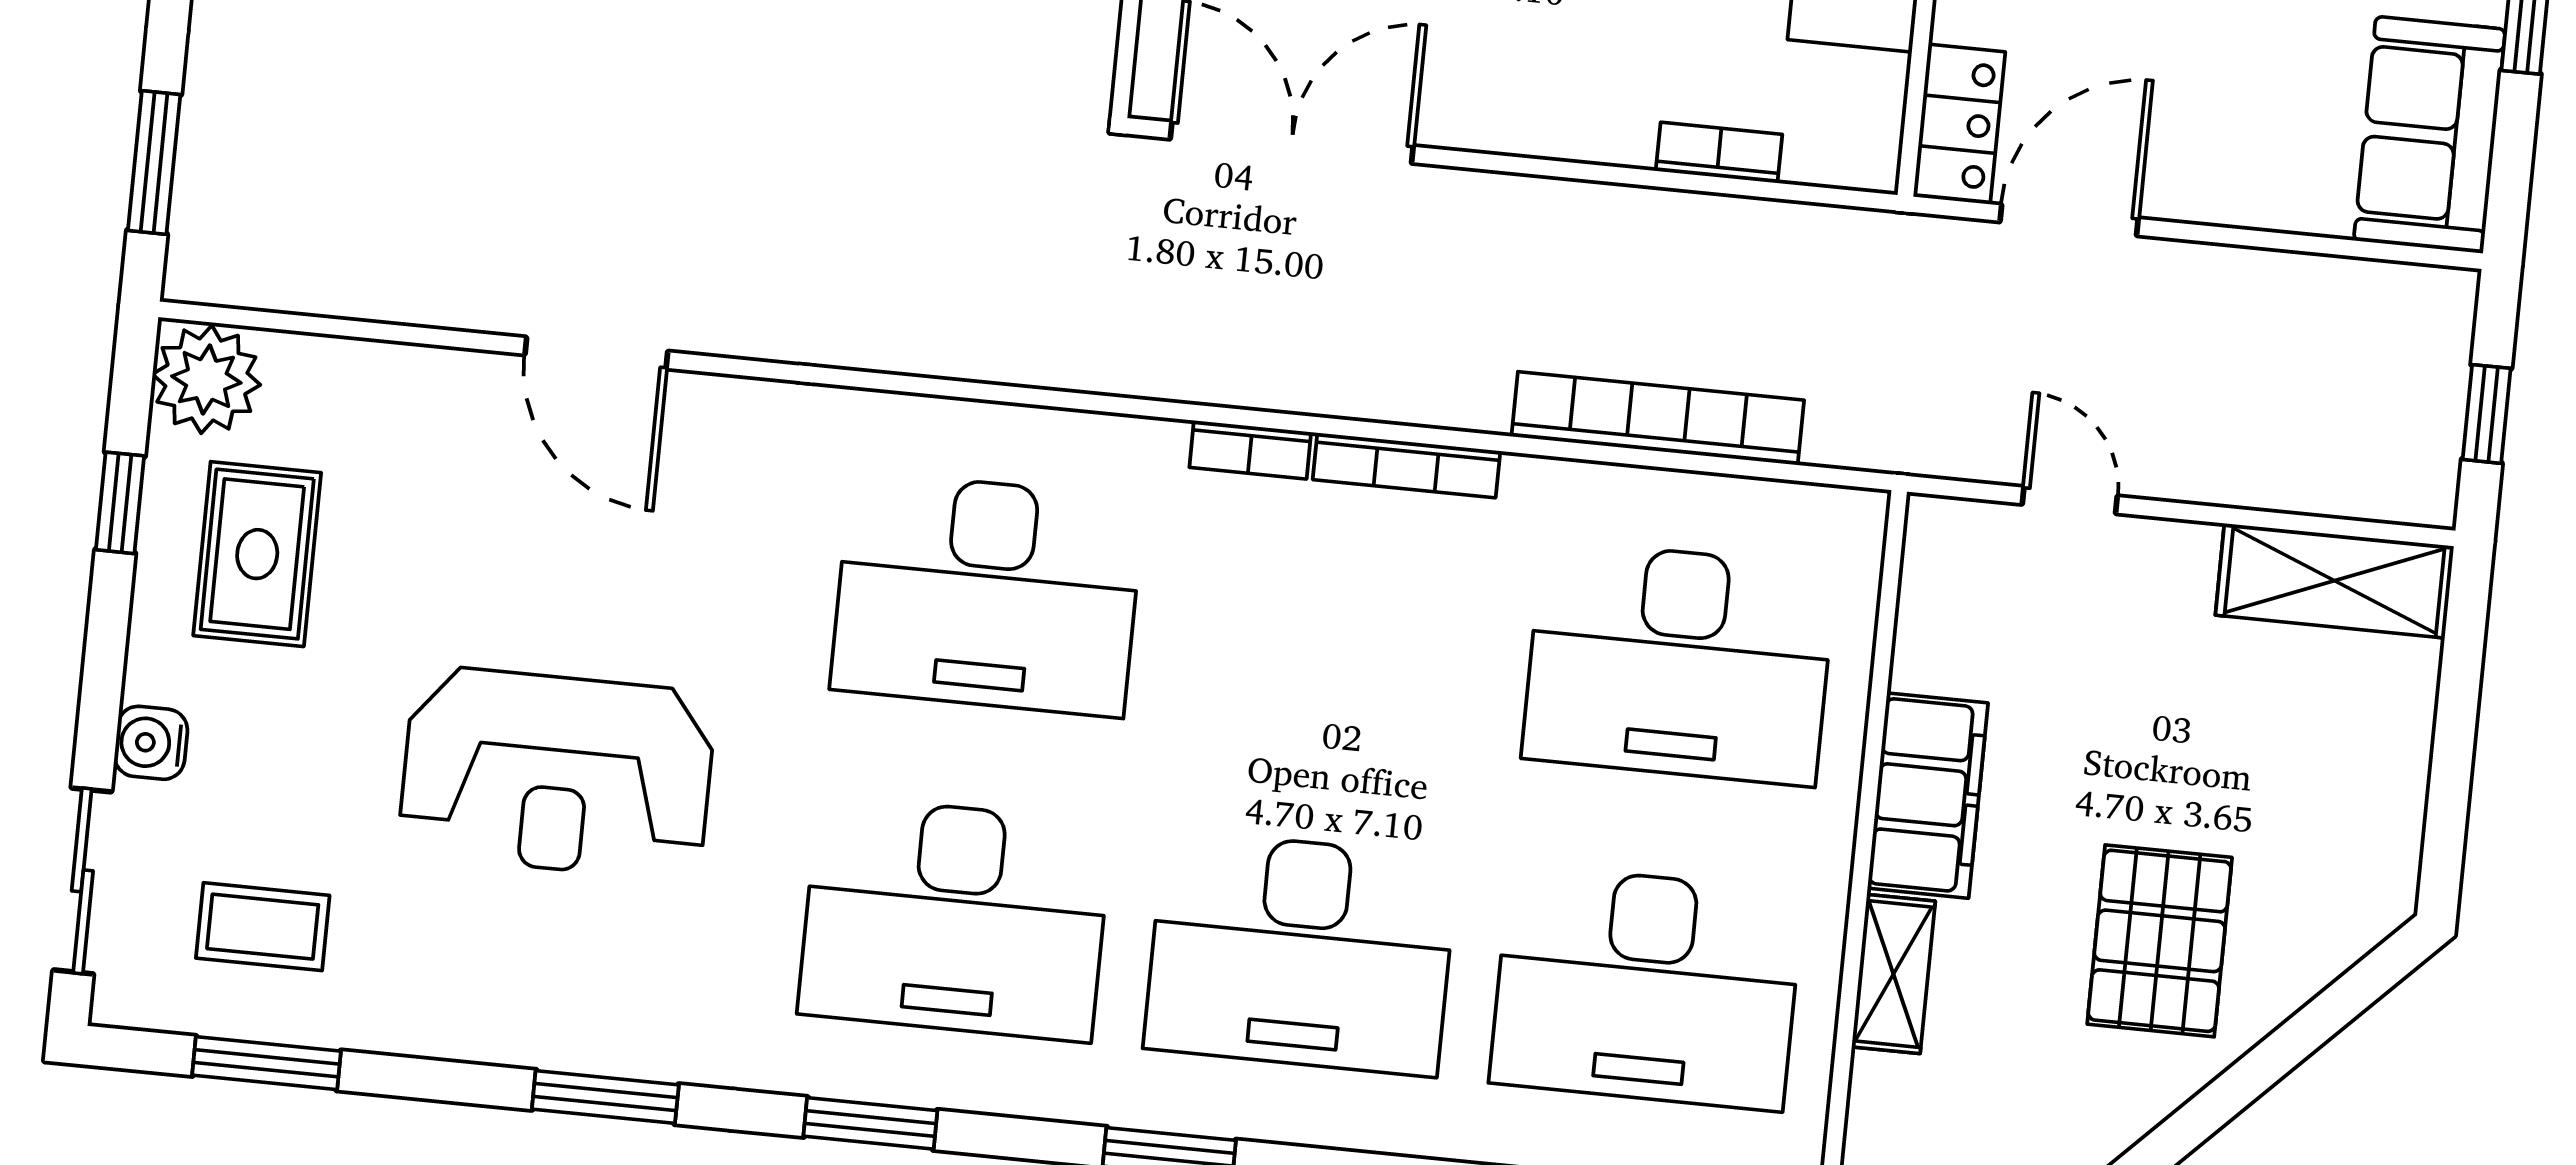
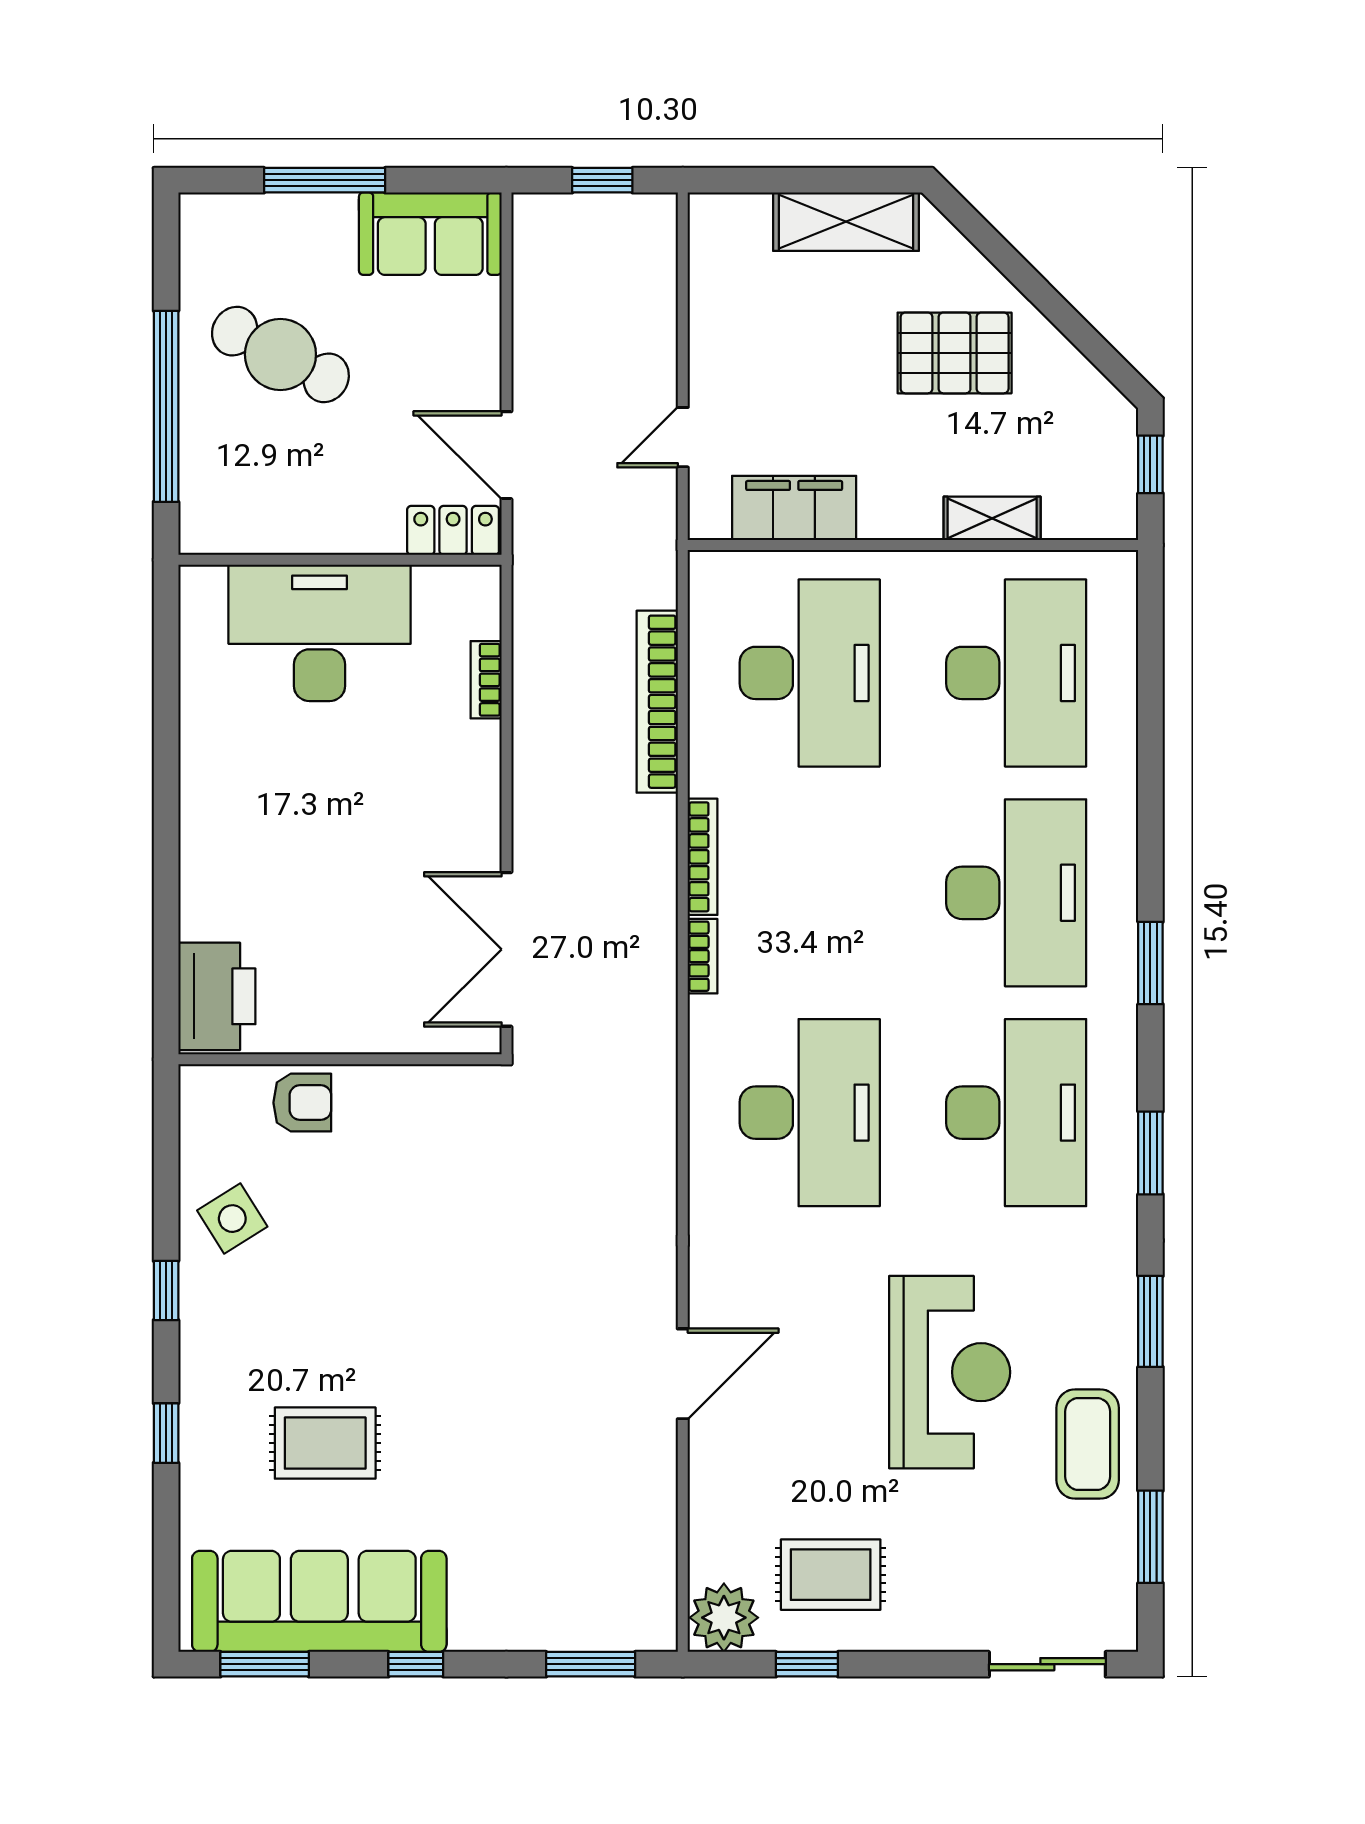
shelving: (2335, 581) -> (846, 222), moved, turned 90
water cooler: (151, 743) -> (956, 1630), removed
filing cabinet: (1928, 796) -> (794, 508), moved
coffee table: (263, 927) -> (1088, 1444), moved, width x1.36, depth x1.30

